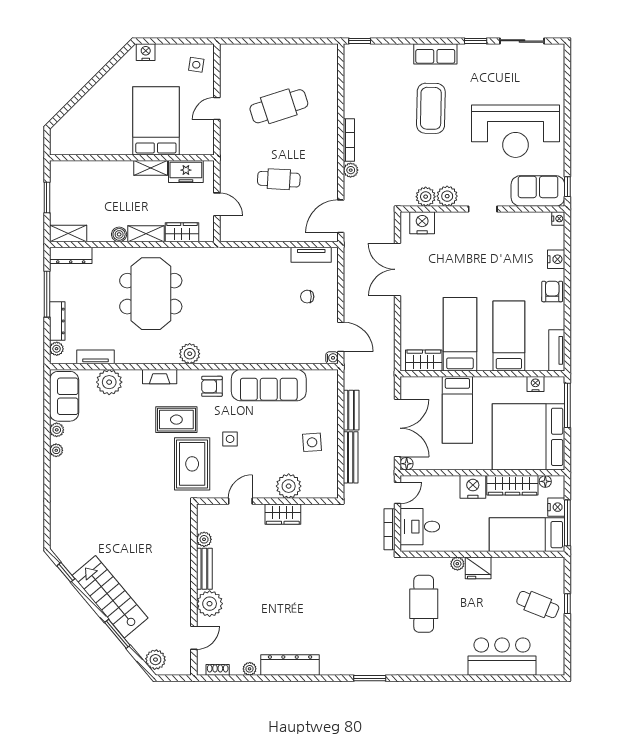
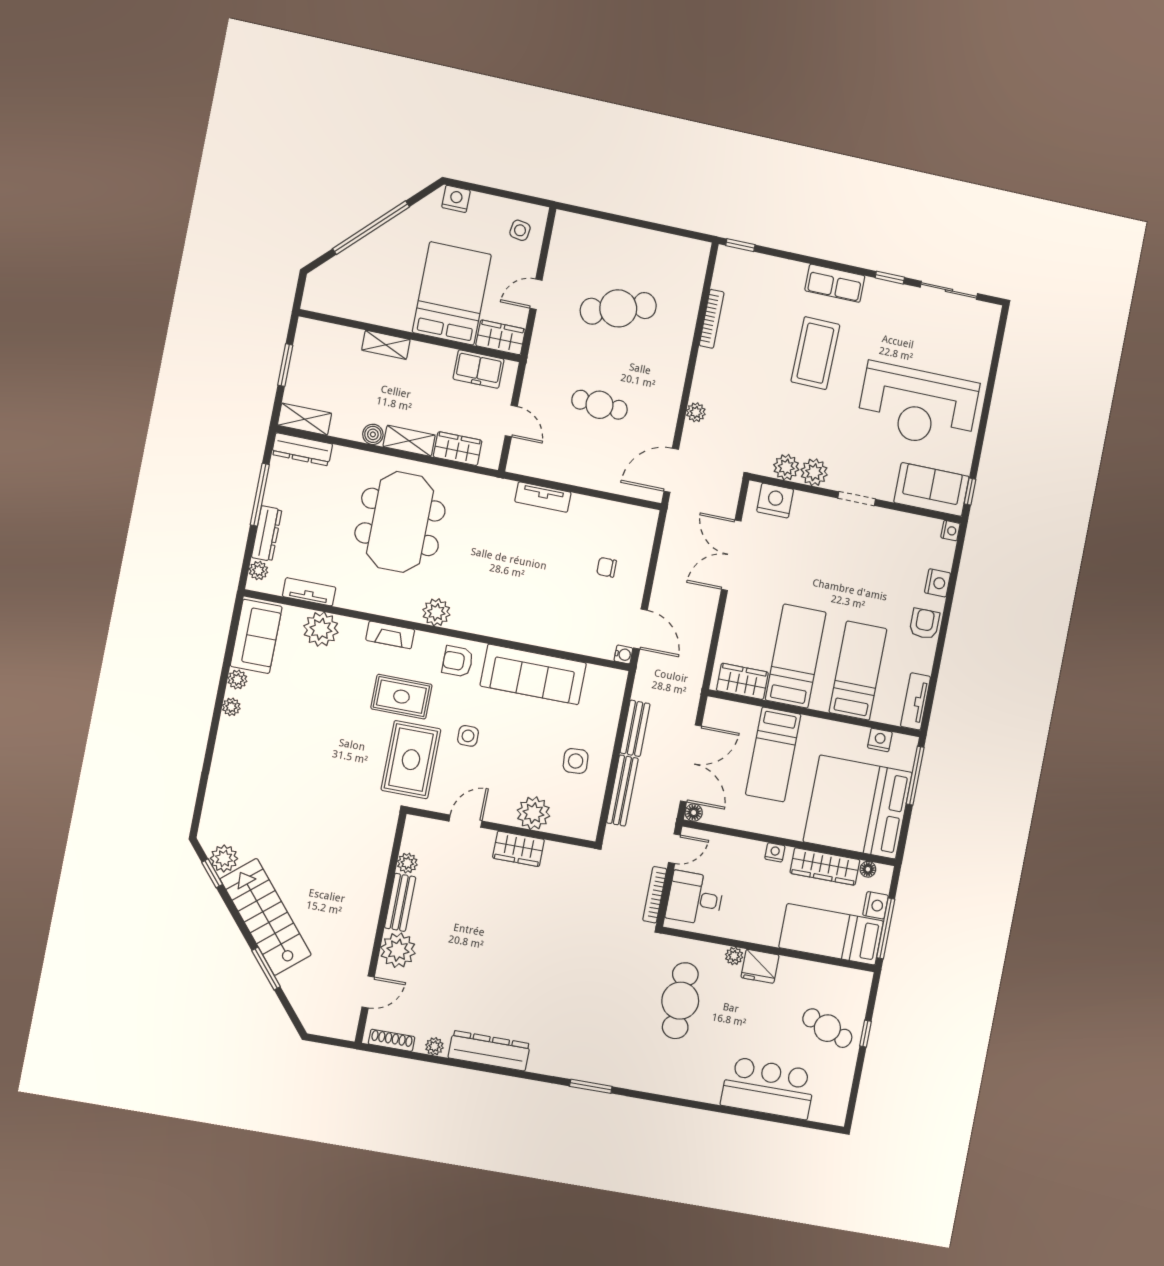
window: (89, 86) -> (371, 228), added
bookcase: (349, 140) -> (712, 319), moved
wardrobe: (197, 145) -> (501, 337), added
shelving: (151, 168) -> (386, 345), moved
tv unit: (311, 255) -> (543, 497), moved
nightstand: (473, 487) -> (775, 852), width x0.53, depth x0.56
plant: (155, 660) -> (224, 858), moved
shoe rack: (218, 670) -> (392, 1040), width x1.43

